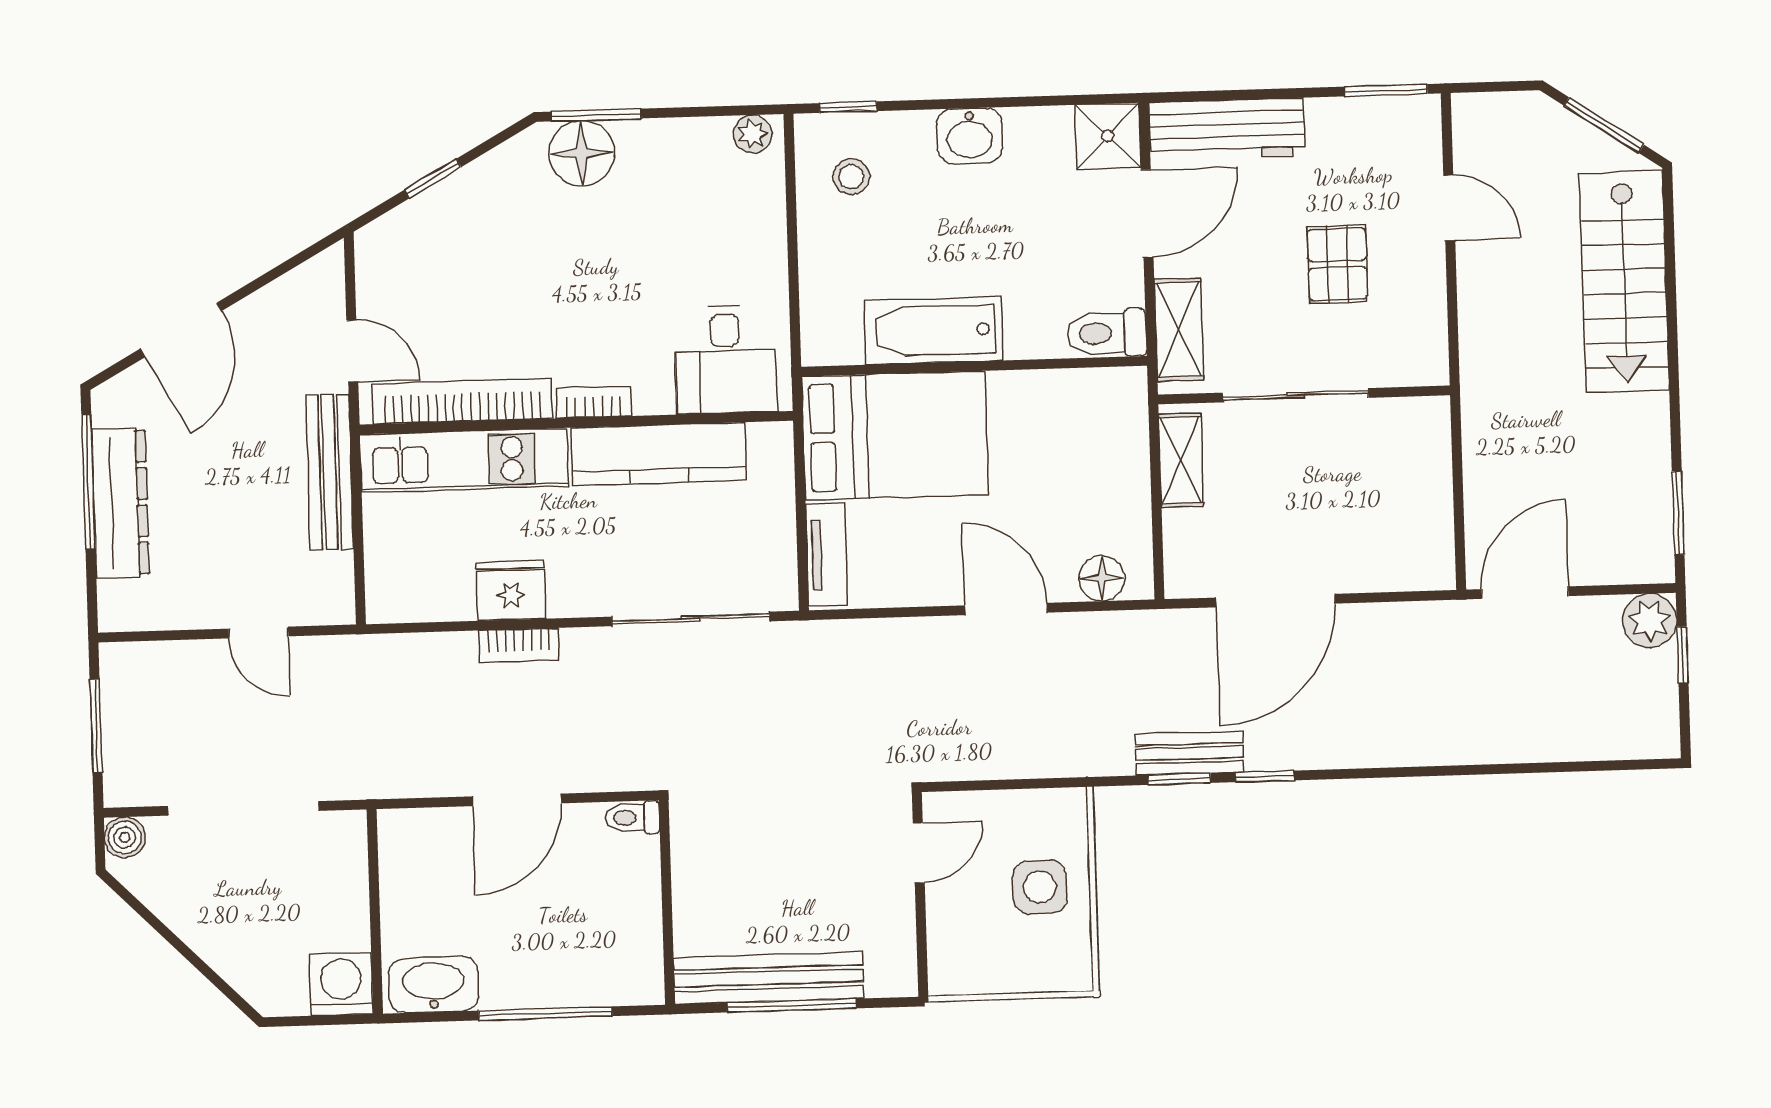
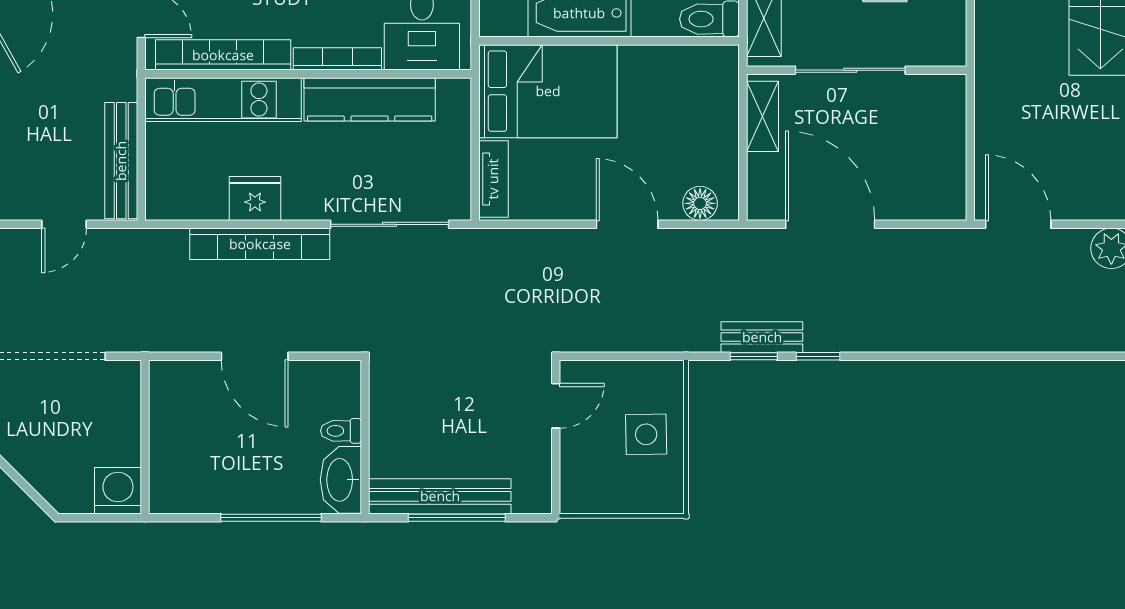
bookcase: (593, 402) -> (337, 59), width x1.56
bench: (330, 472) -> (121, 161), moved
door: (1525, 593) -> (1018, 224), hinge flipped
door: (1275, 601) -> (830, 224), swing flipped
door: (258, 632) -> (64, 224), hinge flipped
bookcase: (519, 645) -> (260, 244), width x2.31, depth x1.31
door: (517, 800) -> (255, 356), hinge flipped
toilet: (632, 818) -> (341, 431), moved
washbasin: (433, 985) -> (341, 480), moved, turned -90

